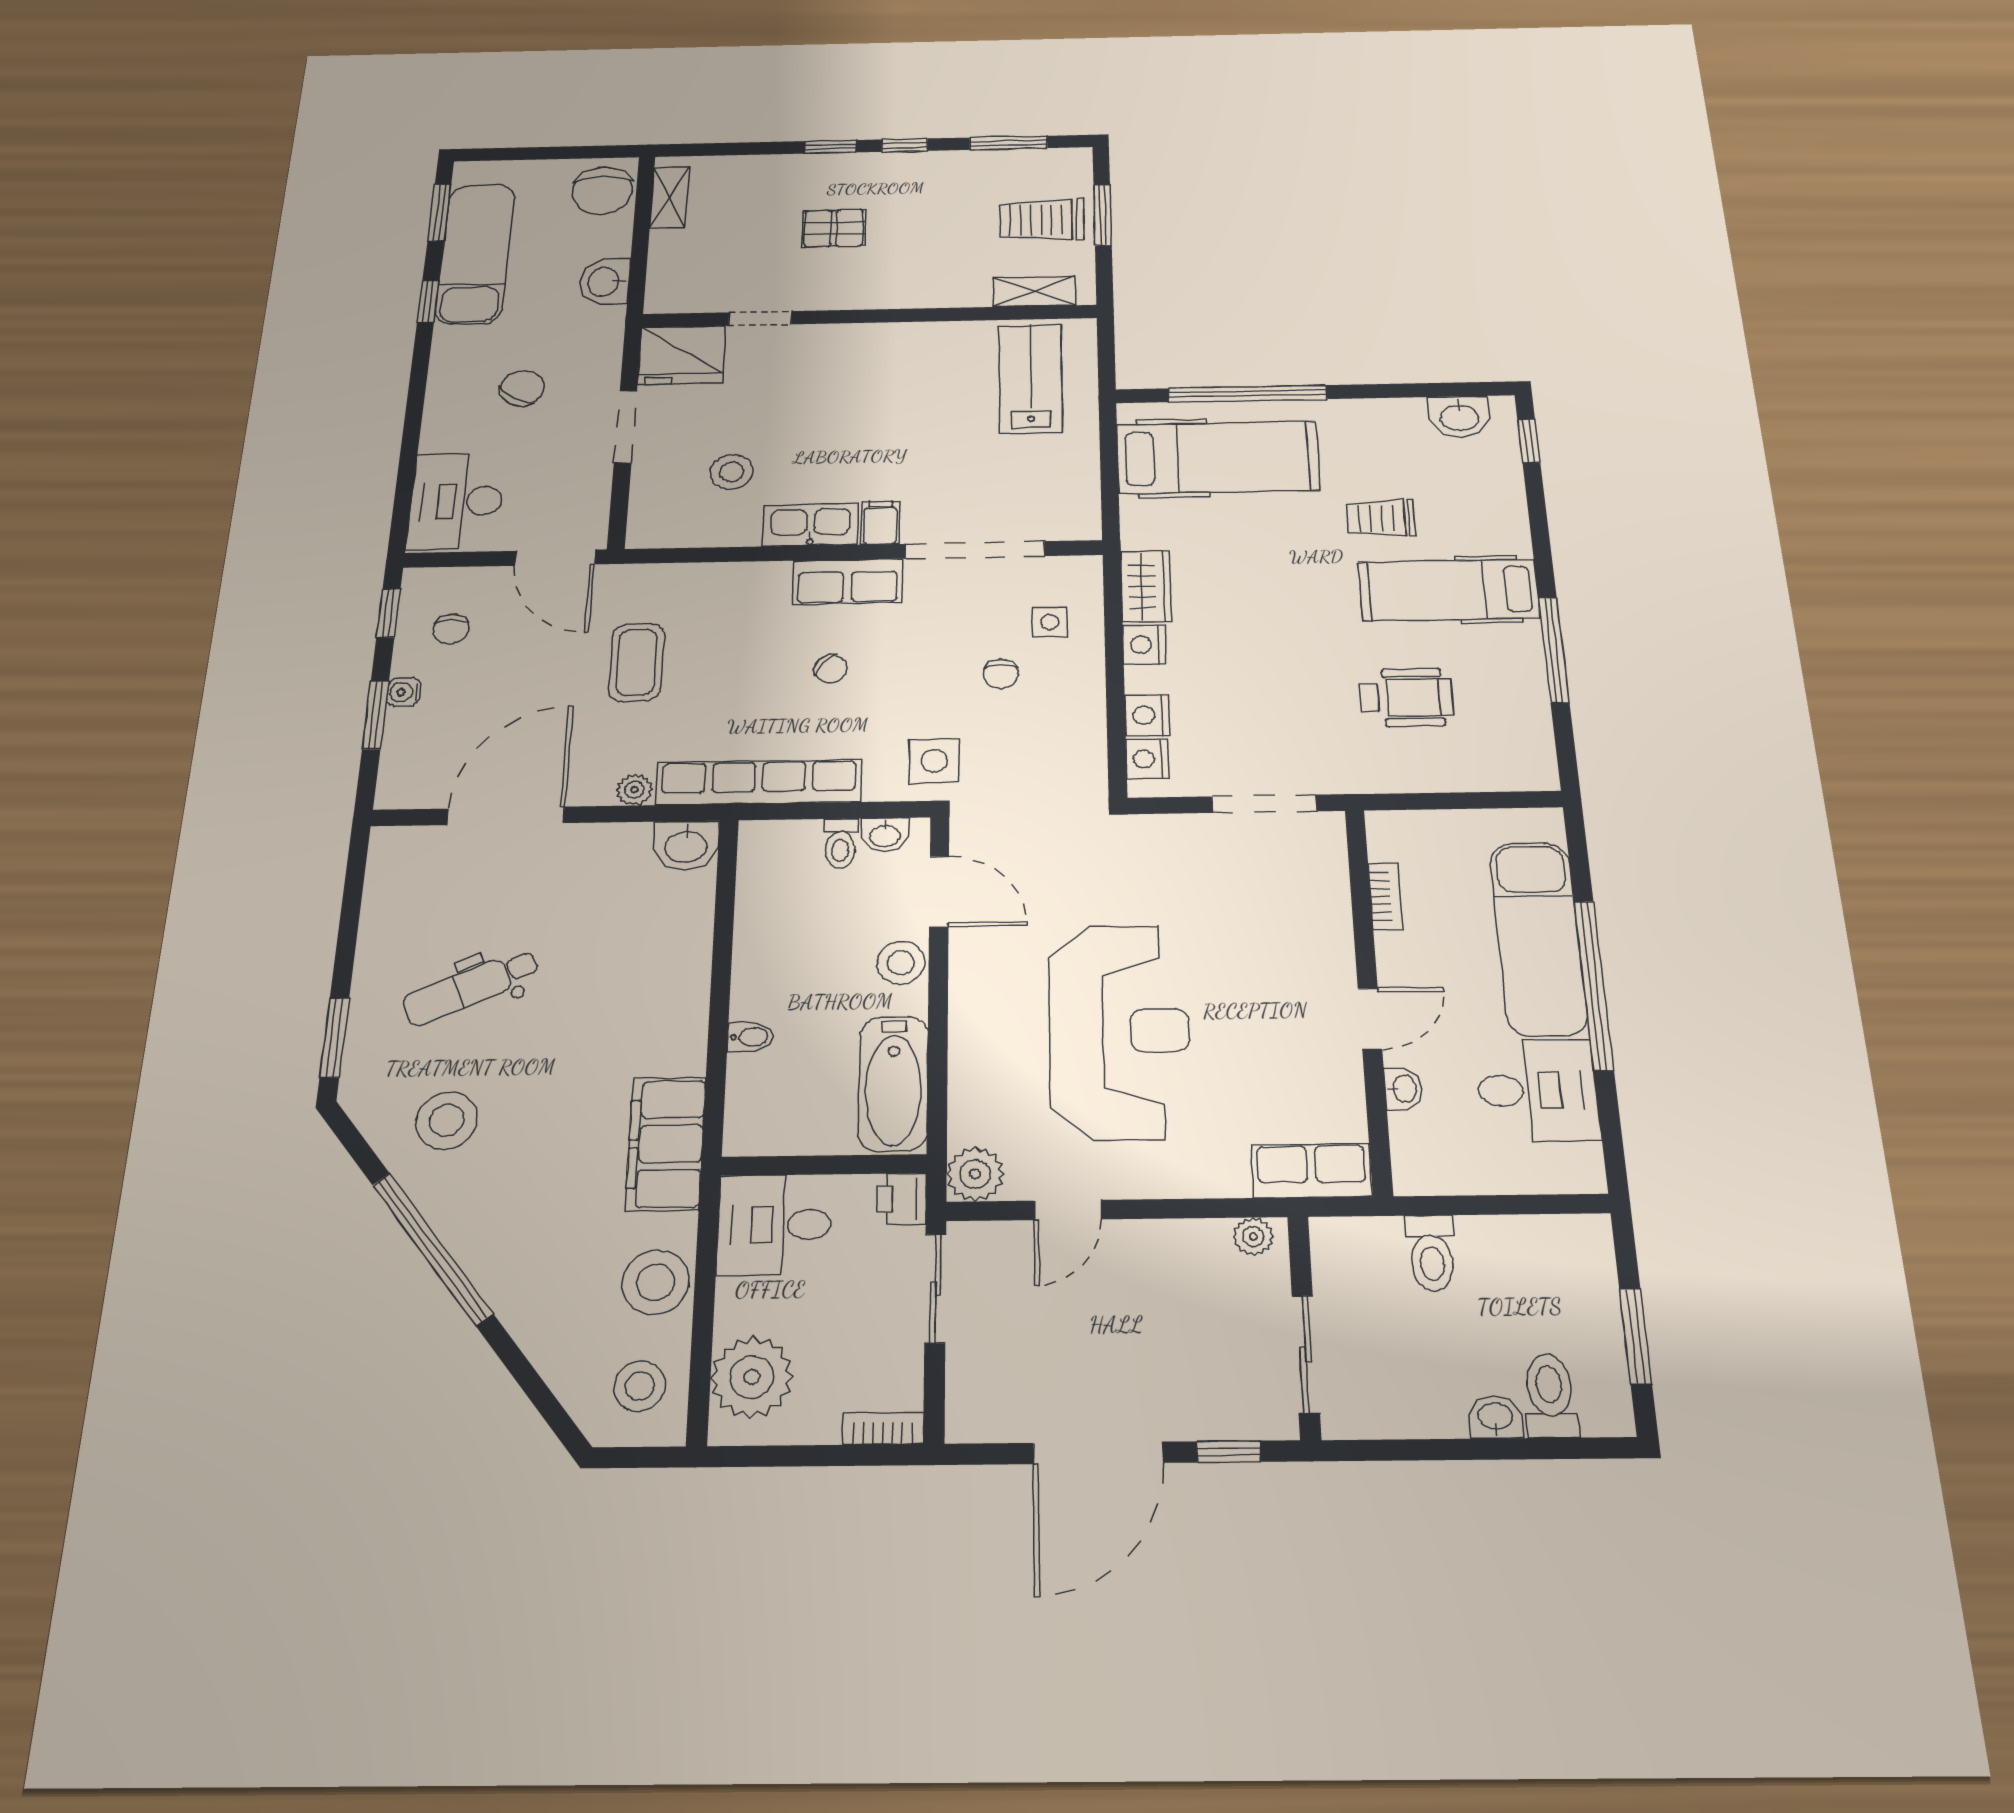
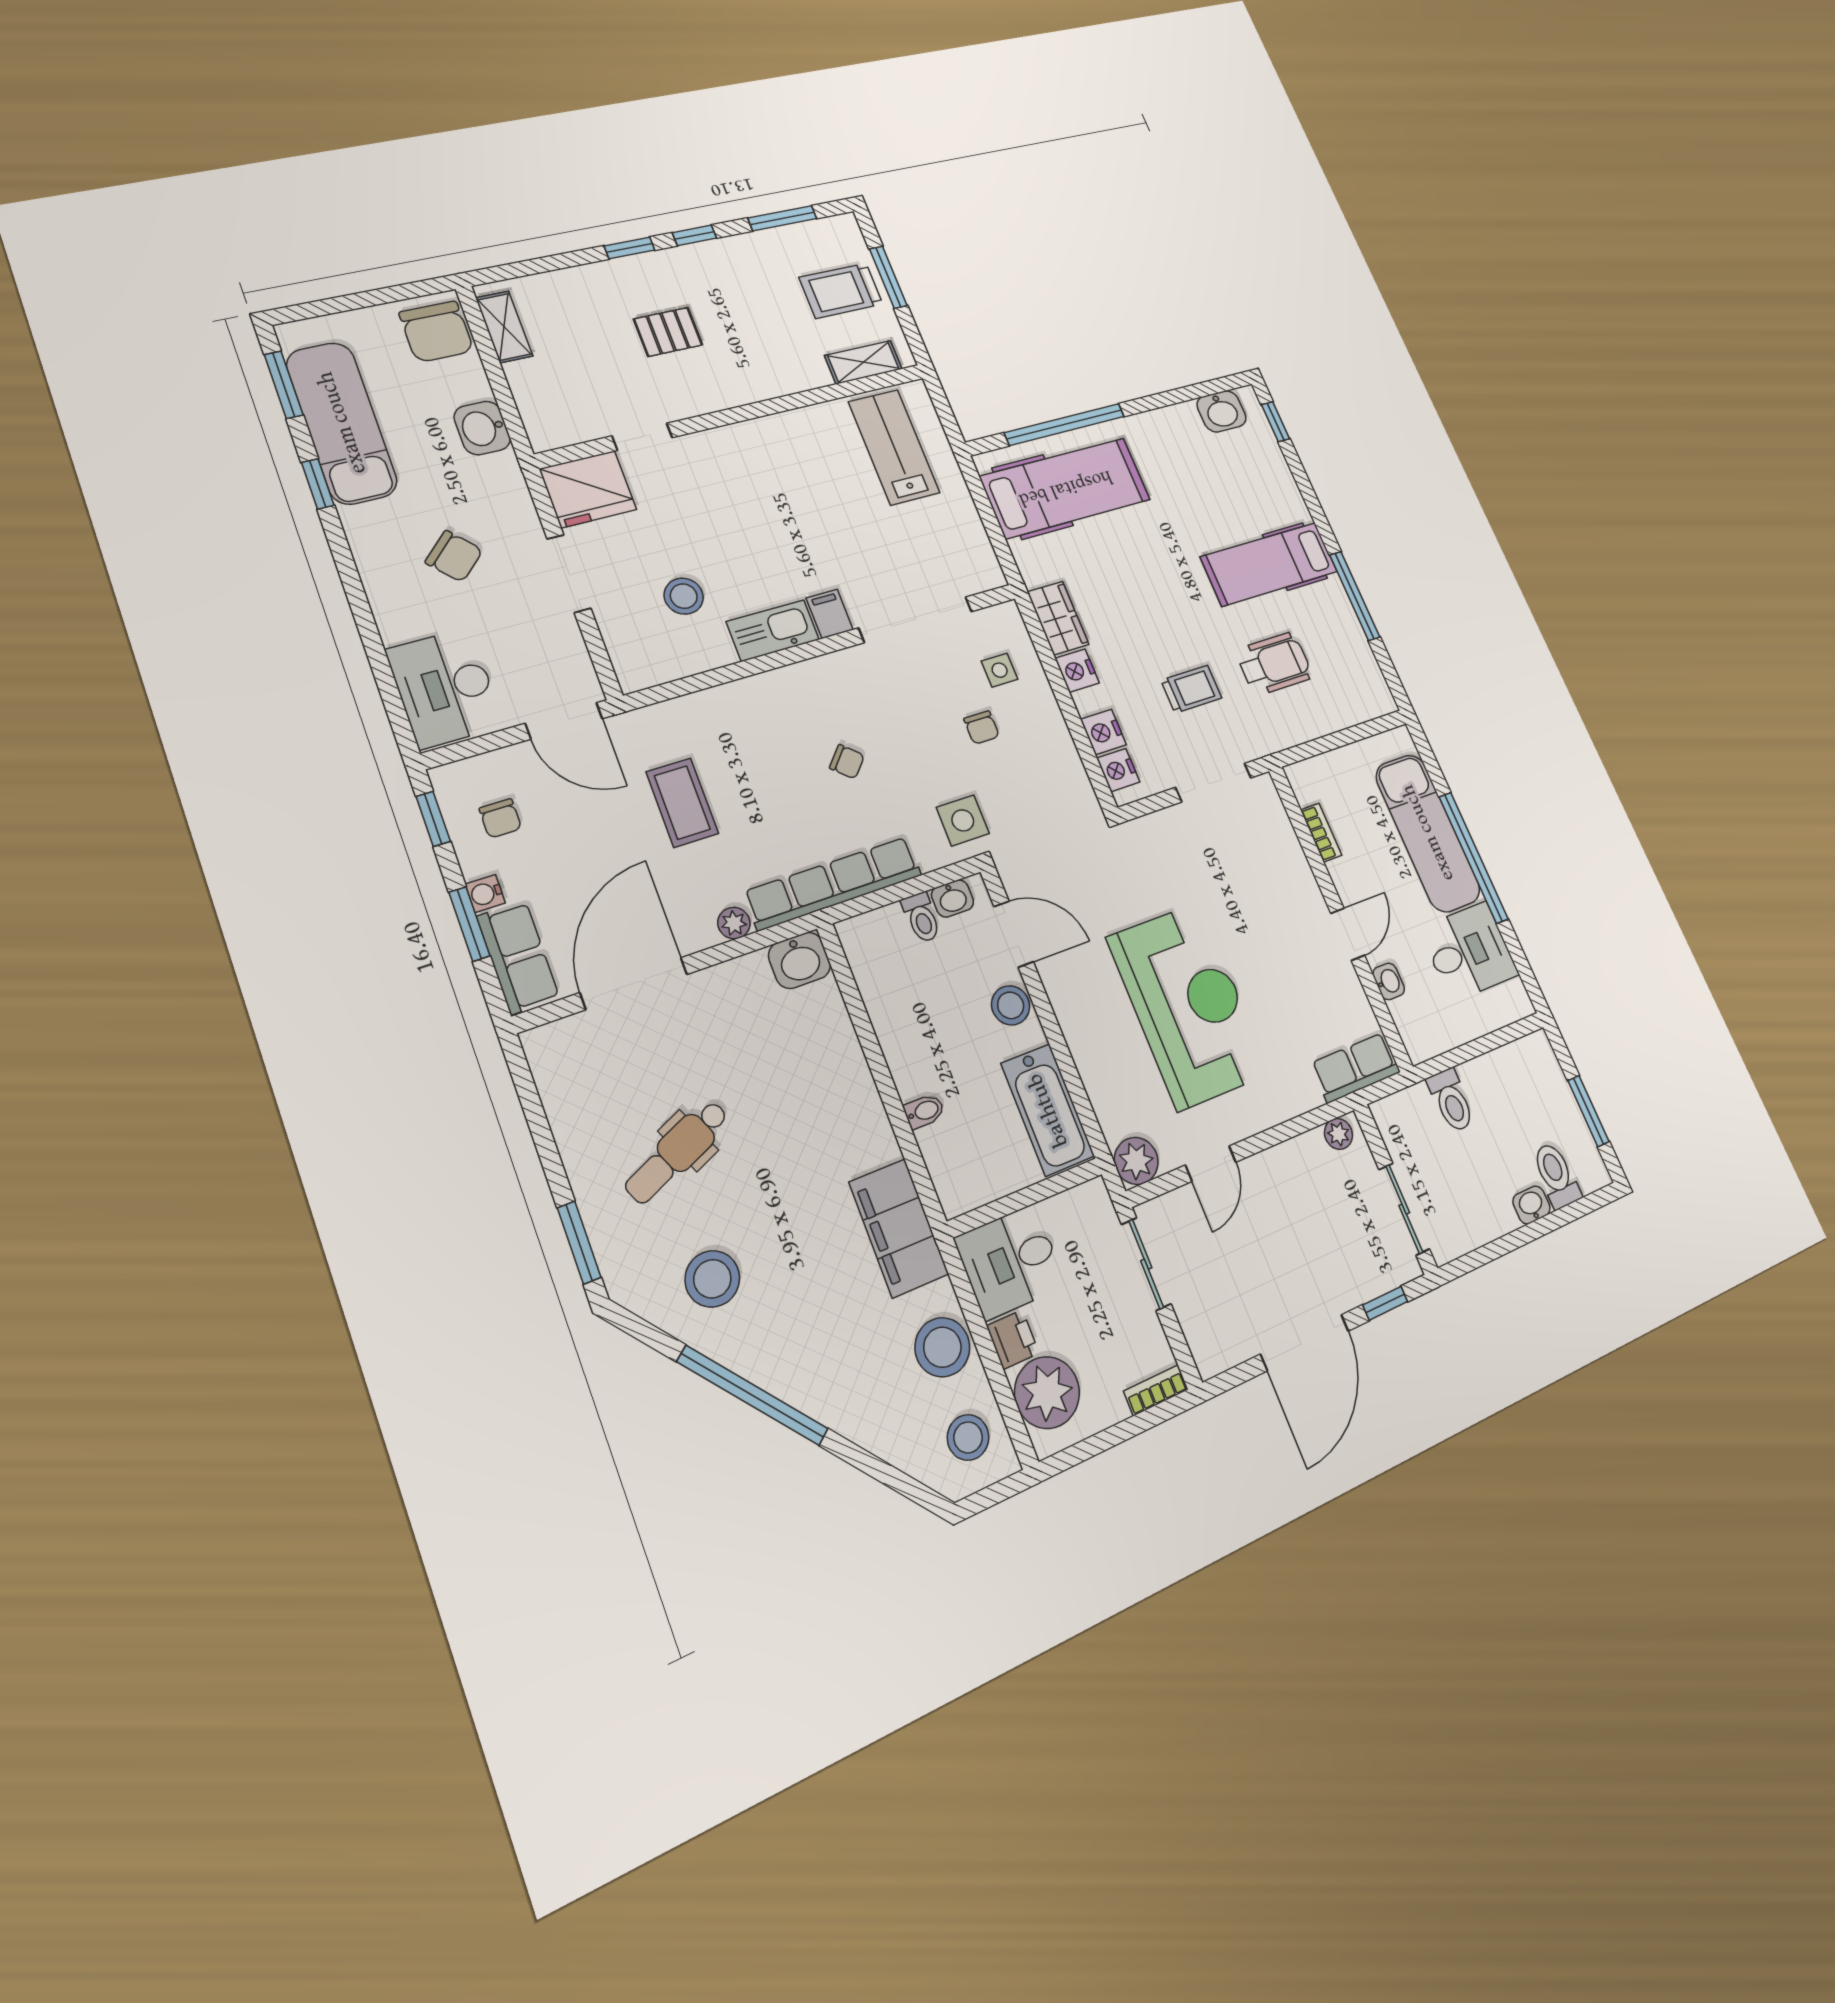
chair: (522, 388) -> (454, 556), turned 107
trolley: (1381, 518) -> (1191, 689), moved, turned 180
row of seats: (848, 582) -> (518, 957), moved, turned -90
printer: (902, 1199) -> (1013, 1339), moved, turned 180

